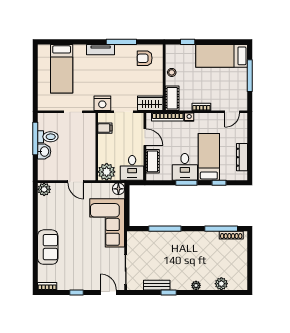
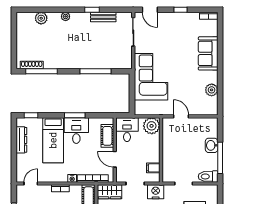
toilet: (48, 137) -> (208, 176), moved
window: (219, 183) -> (31, 115), moved
plant: (44, 189) -> (212, 90), moved
floor lamp: (118, 189) -> (140, 109), removed

